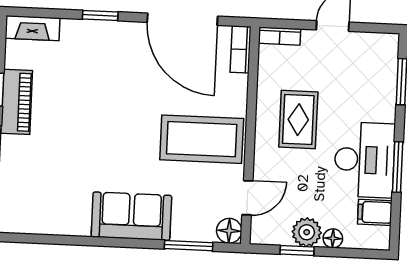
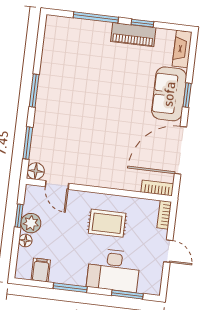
coffee table: (202, 139) -> (99, 157), removed
desk: (364, 160) -> (113, 270), moved
sofa: (131, 216) -> (169, 94), moved, turned 180
window: (110, 242) -> (34, 91), added

